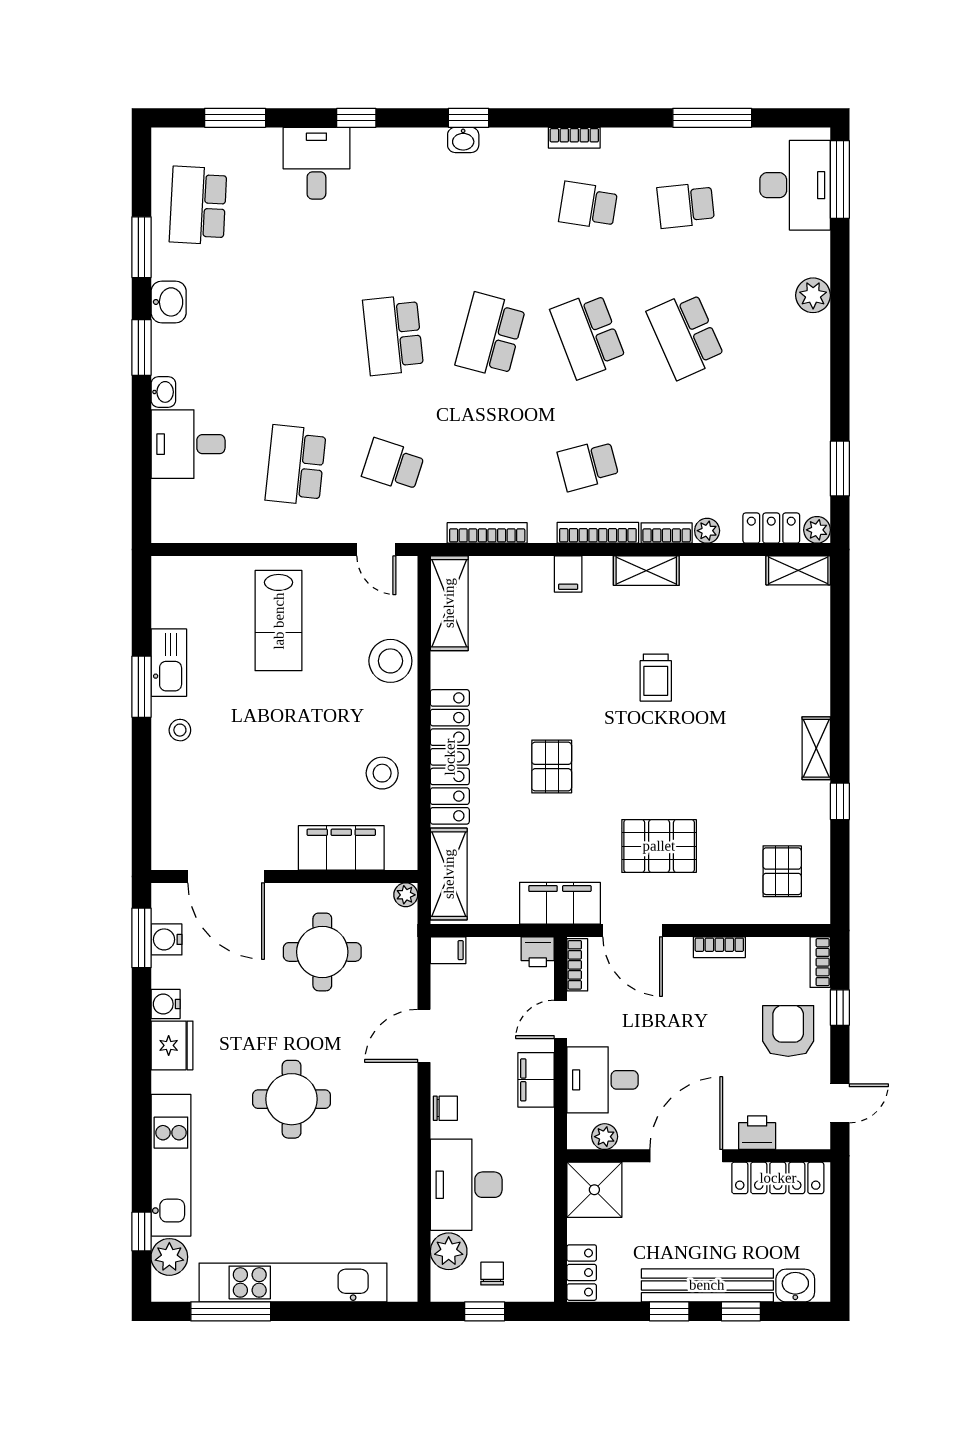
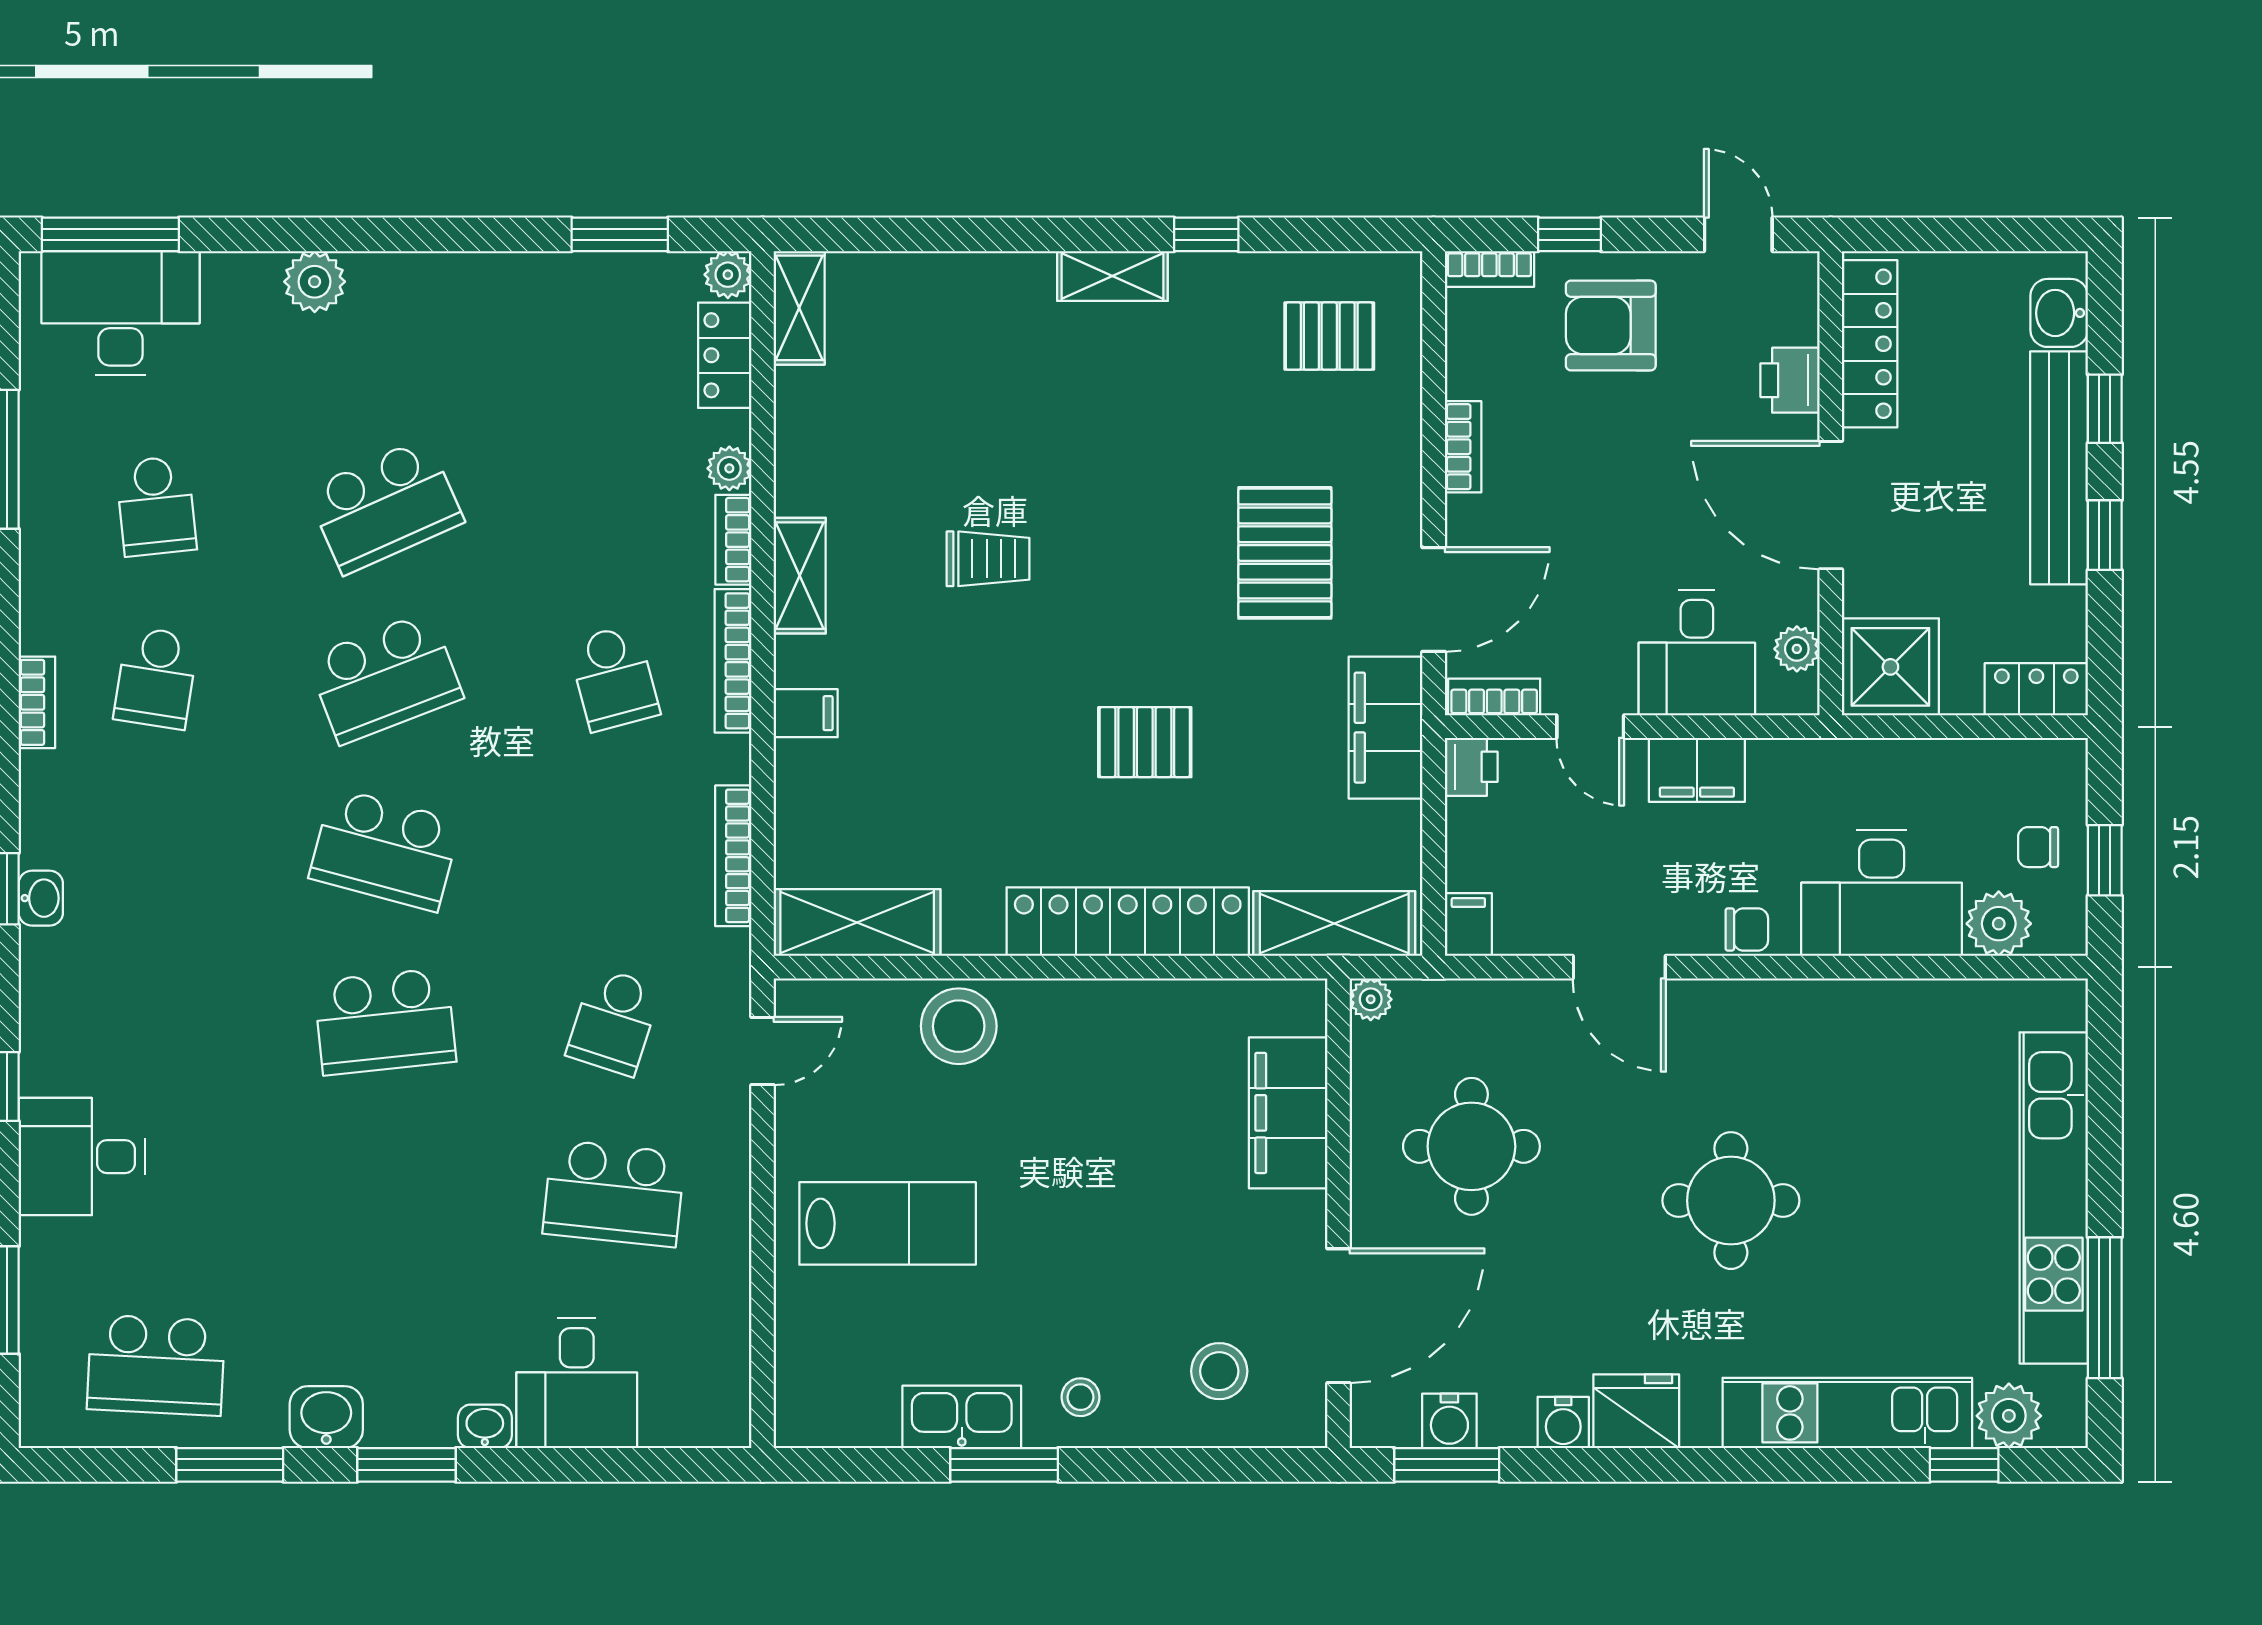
stool: (382, 773) -> (1219, 1371), moved
chair: (445, 1108) -> (1747, 930), turned 90

